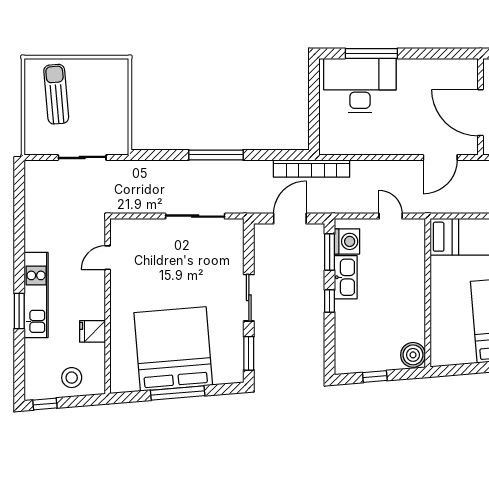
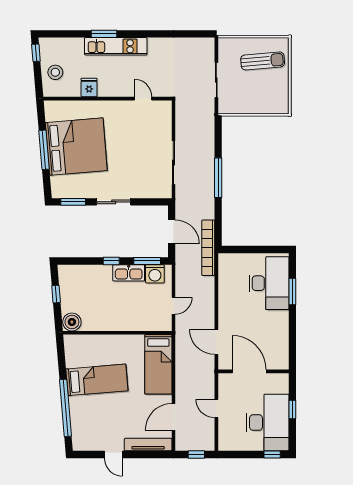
window: (371, 53) -> (292, 292), width x0.69
door: (480, 113) -> (249, 371), hinge flipped

